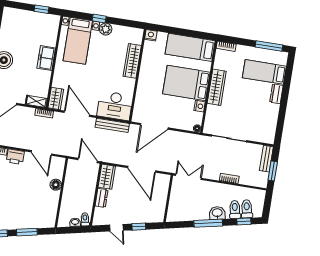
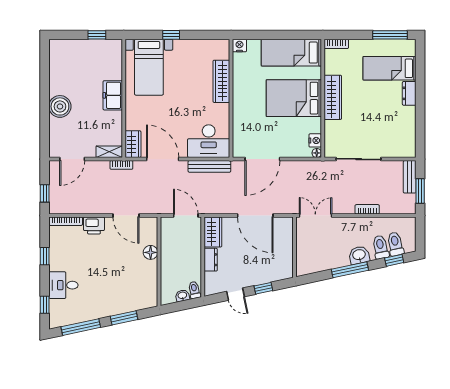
plant: (106, 29) -> (182, 47), removed
nightstand: (200, 106) -> (315, 140), moved

